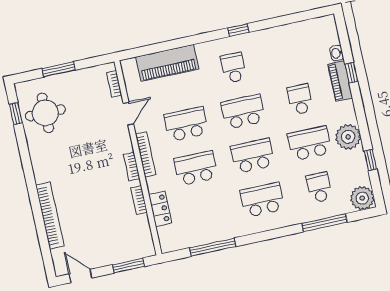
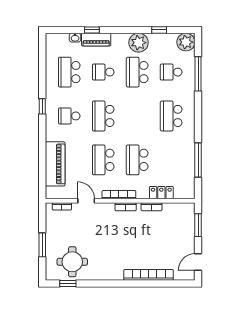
school desk: (253, 156) -> (69, 72), moved

